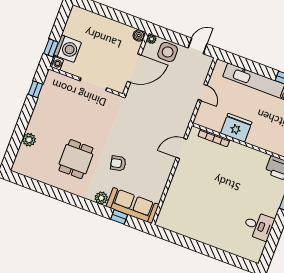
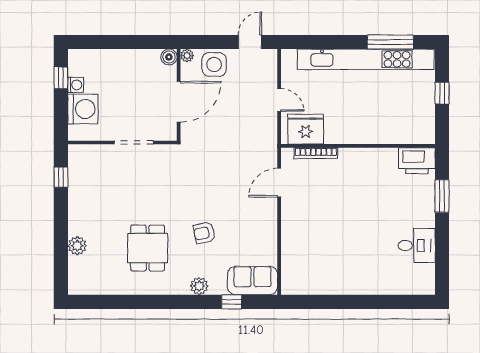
window: (51, 48) -> (61, 78), moved
washing machine: (57, 63) -> (76, 85), moved
fridge: (236, 128) -> (306, 129), moved
sofa: (133, 206) -> (252, 281), width x0.73

